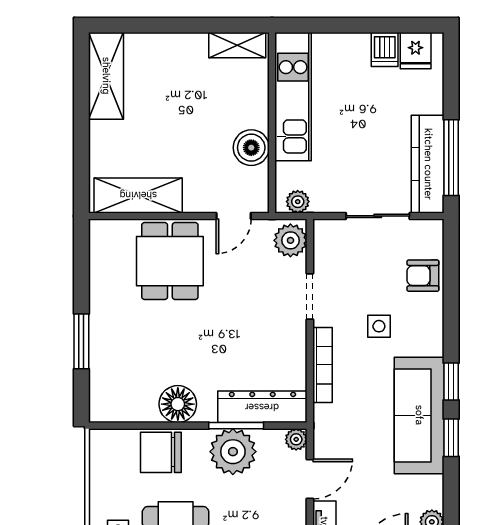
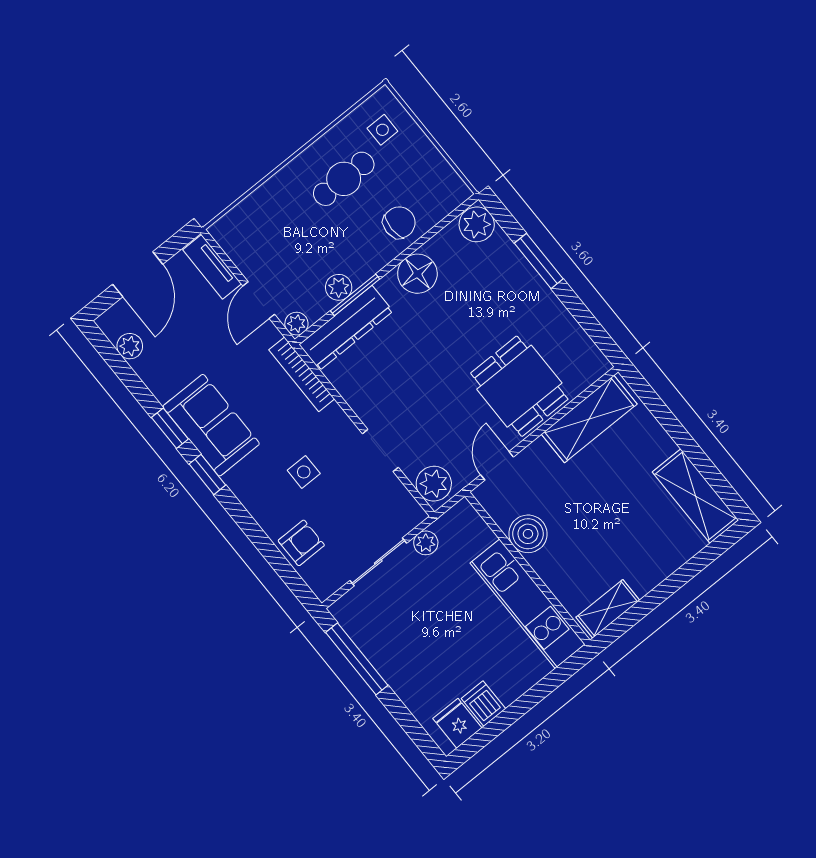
kitchen counter: (428, 164) -> (372, 638), removed
plant: (298, 202) -> (426, 543), moved
bookcase: (322, 365) -> (302, 374), moved
plant: (105, 405) -> (477, 224), added
sofa: (419, 415) -> (211, 425), width x0.73
chair: (161, 452) -> (399, 223), width x0.73, depth x0.73
plant: (233, 452) -> (339, 287), width x0.53, depth x0.53

